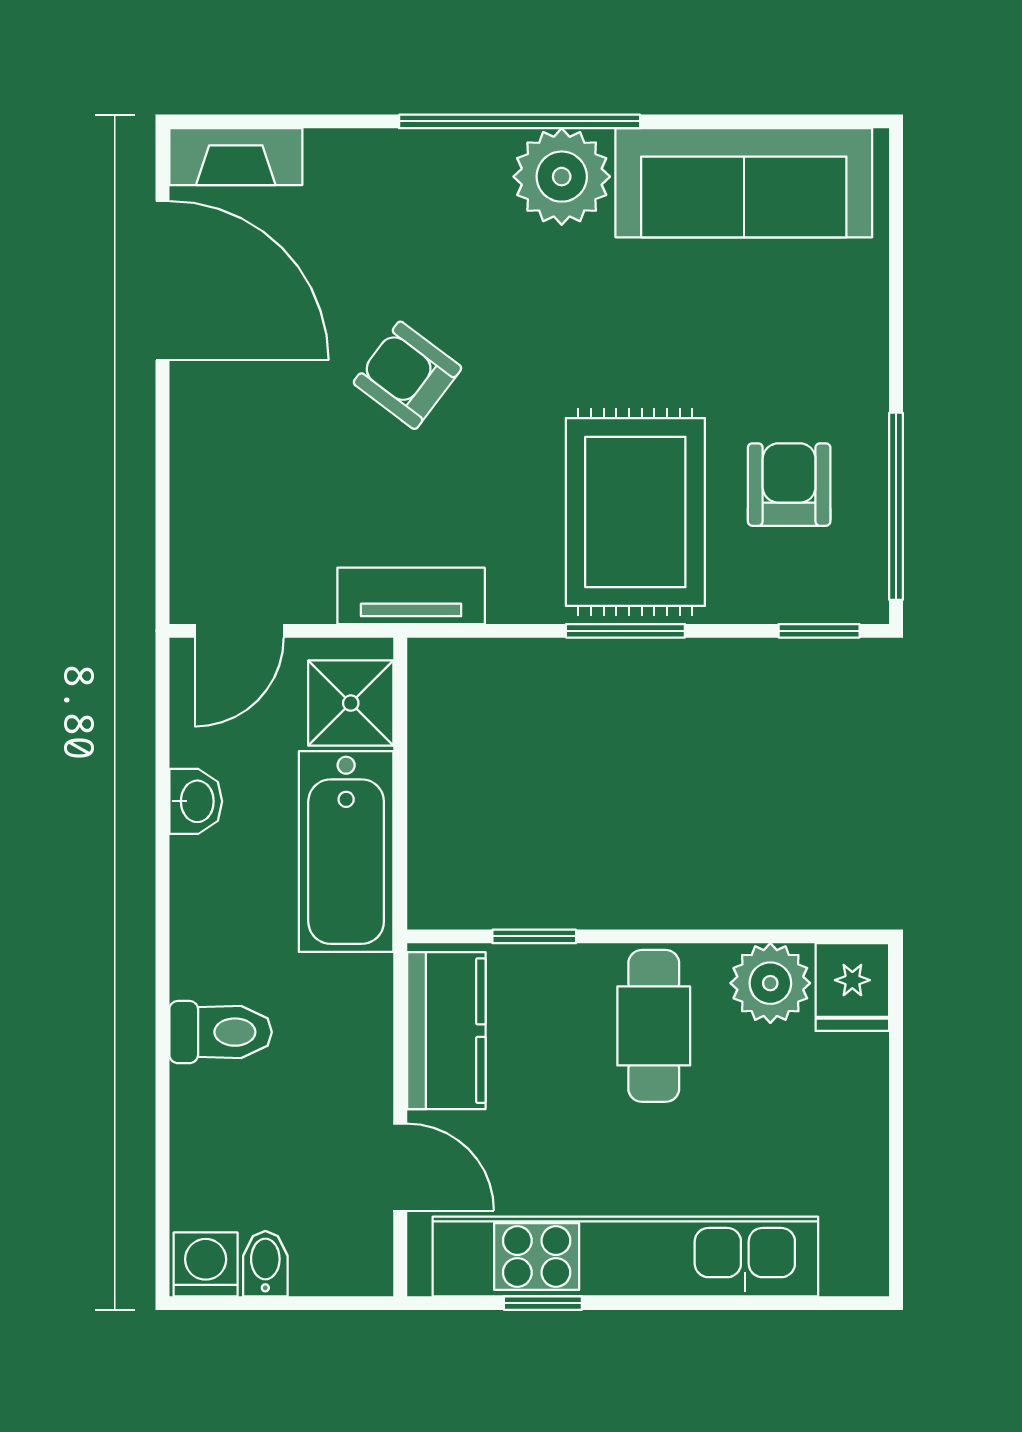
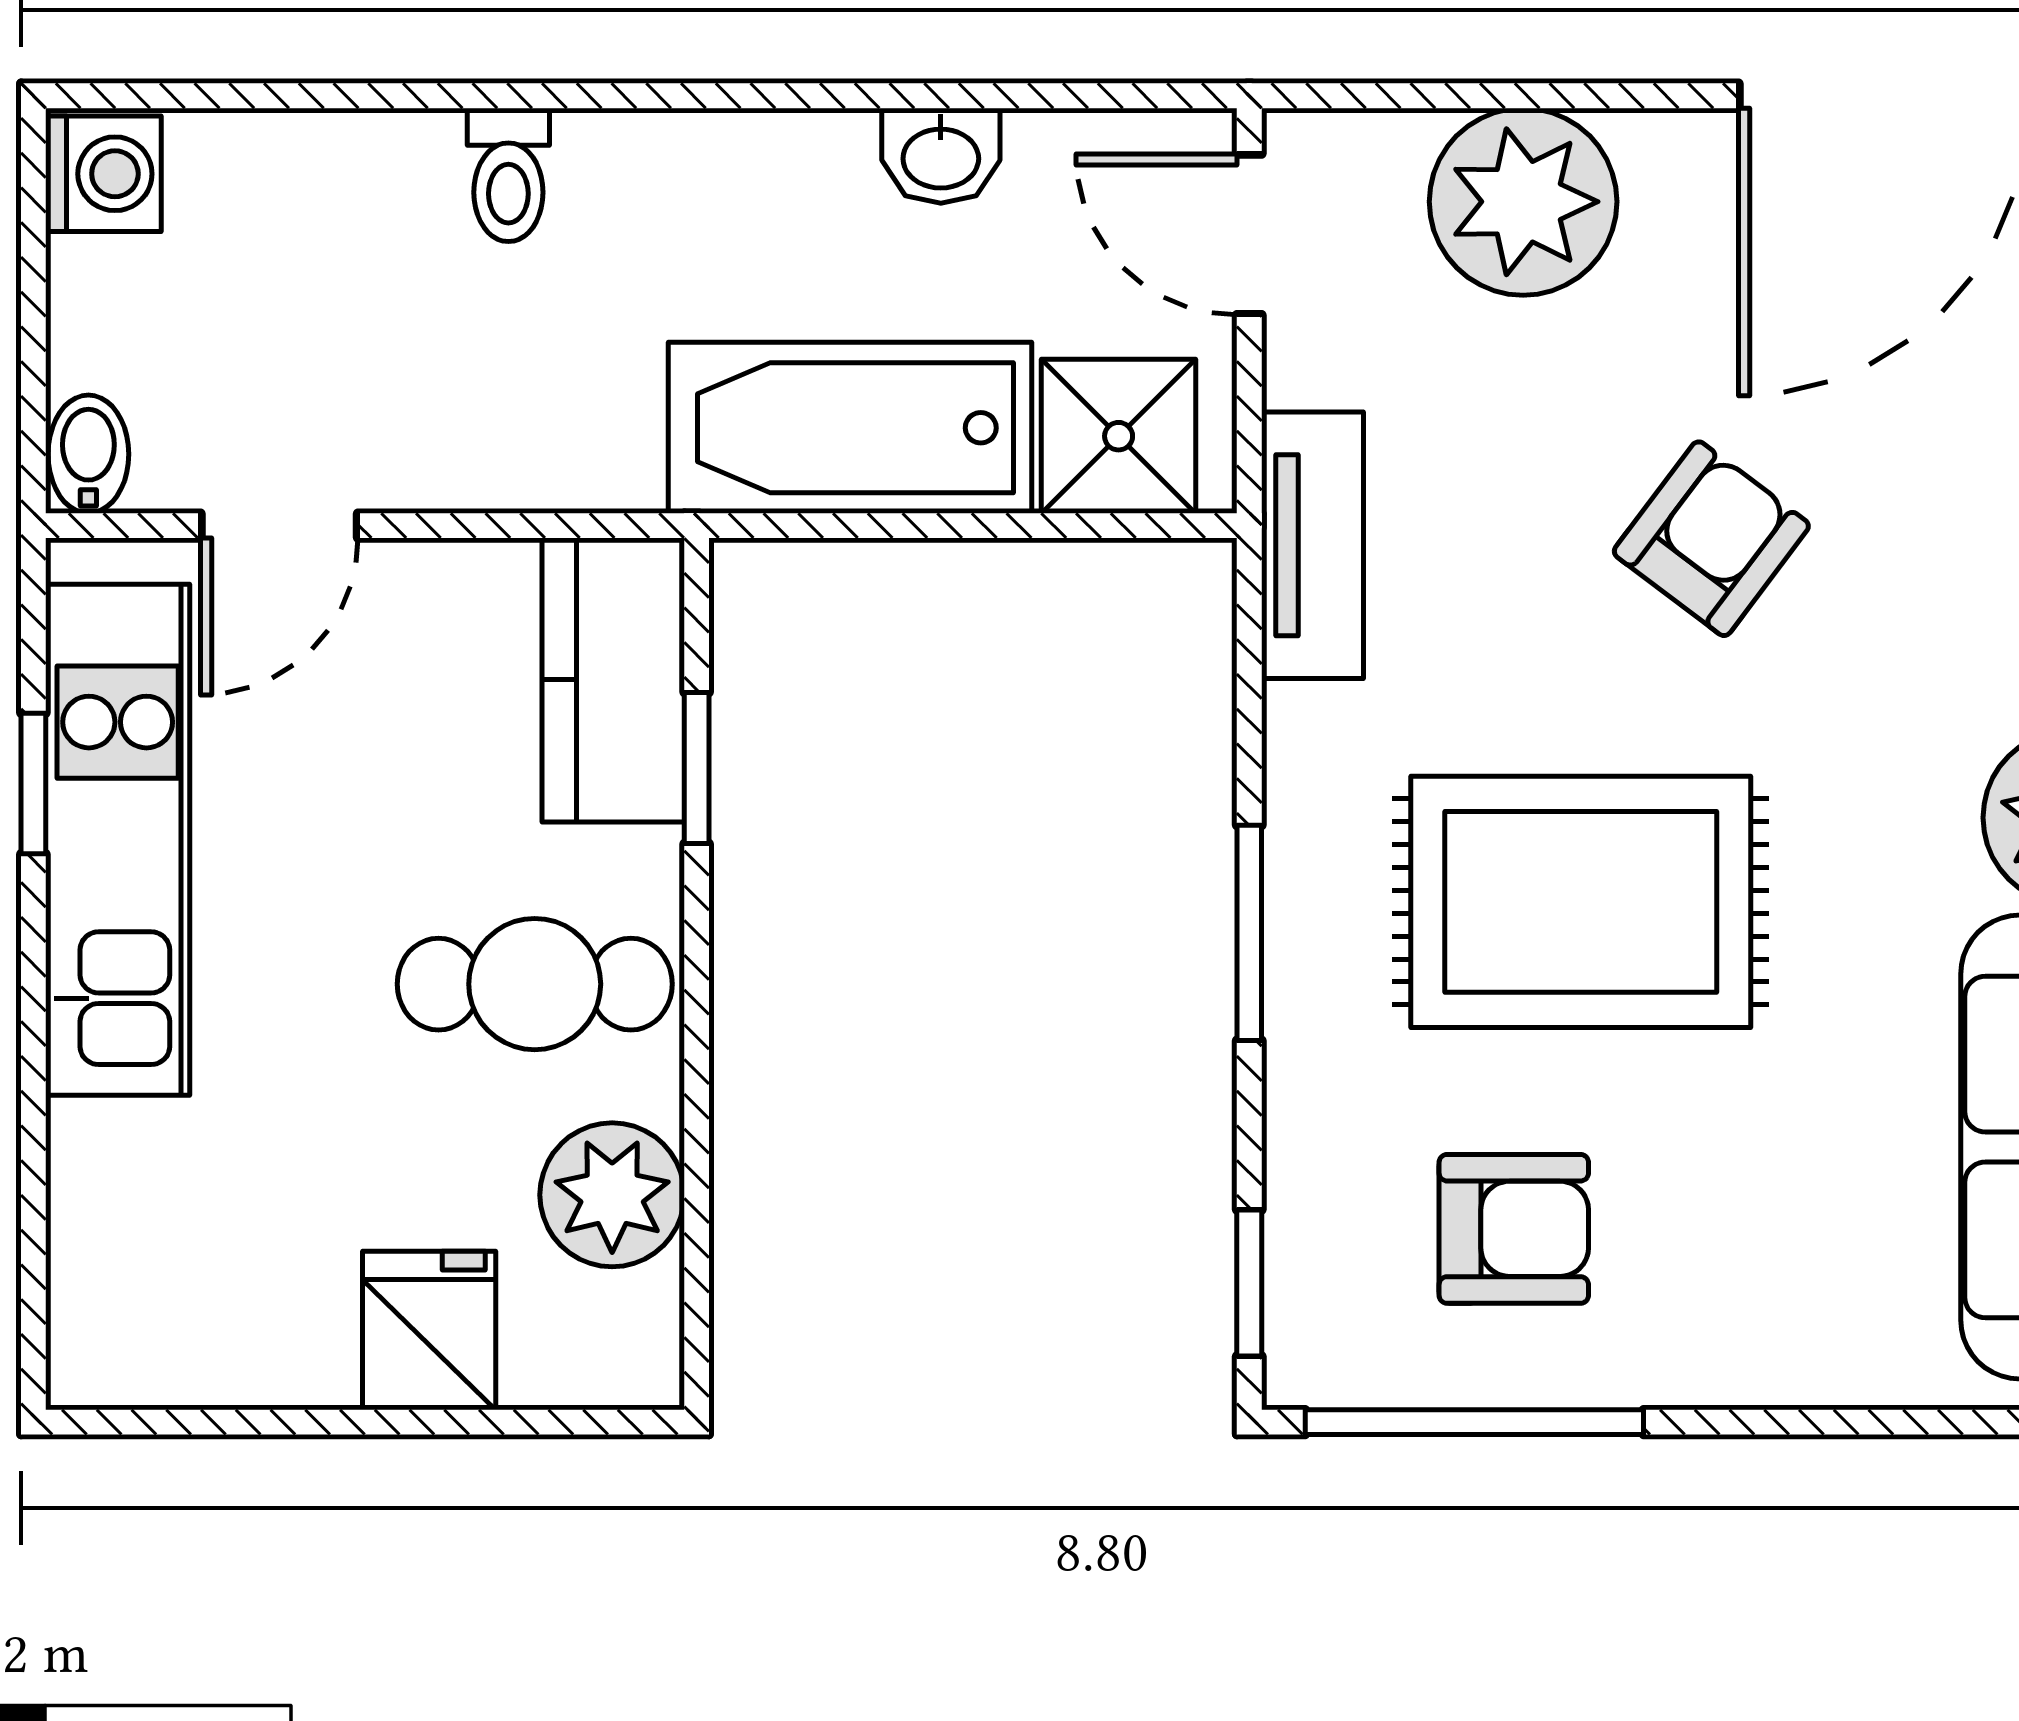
plant: (221, 479) -> (1523, 202), added
rug: (635, 512) -> (1581, 902), moved
fridge: (852, 987) -> (429, 1331), moved, turned 90
kitchen counter: (446, 1031) -> (613, 680), moved, turned 90
toilet: (221, 1032) -> (508, 175), width x0.73, depth x0.72
kitchen unit: (625, 1257) -> (118, 840), width x0.73
bidet: (265, 1264) -> (88, 454), moved, turned -90

